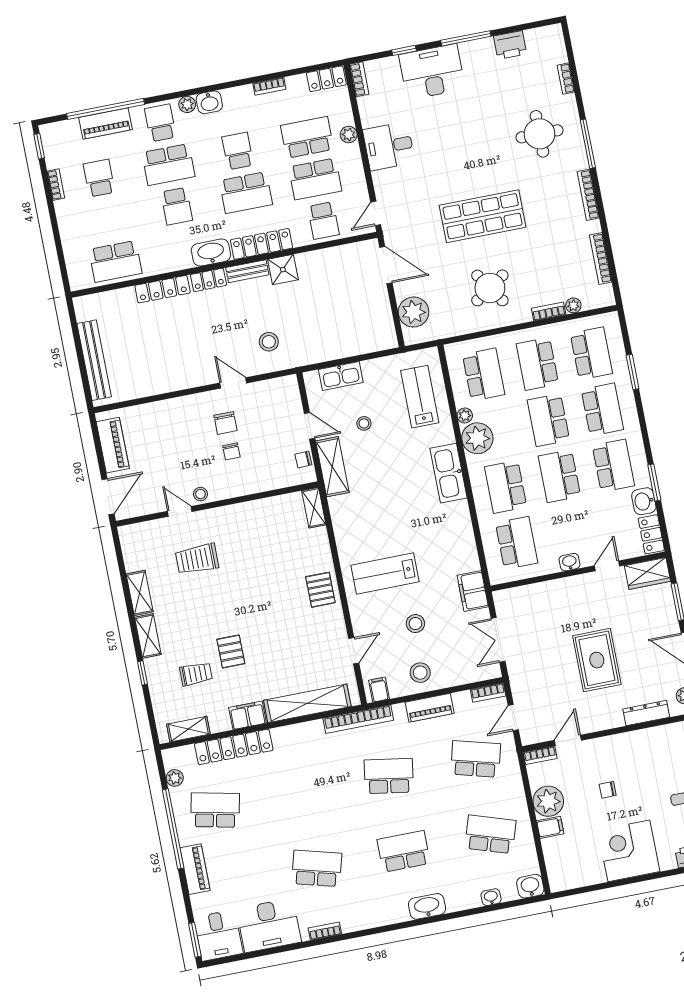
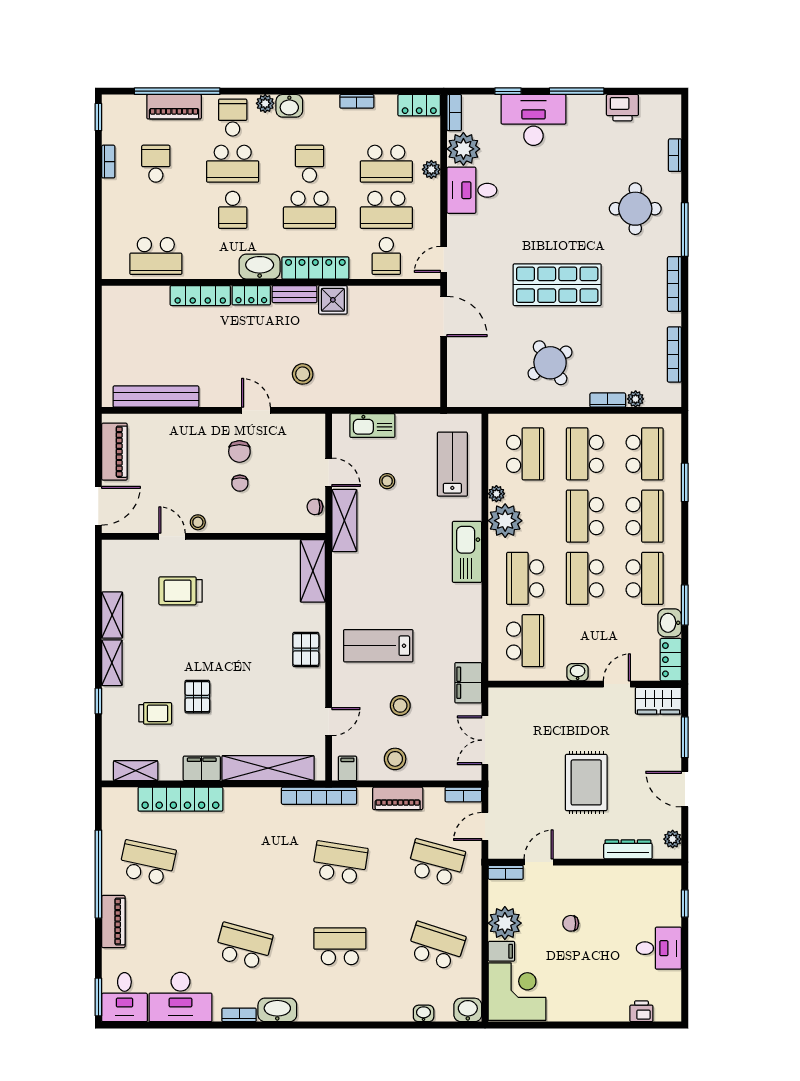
school desk: (307, 137) -> (386, 164), turned 180
plant: (414, 312) -> (463, 149), moved
bench: (94, 360) -> (156, 397), moved, turned 90
shelving: (314, 508) -> (313, 571), width x1.50, depth x1.33
plant: (175, 778) -> (111, 820), removed
corner desk: (629, 851) -> (517, 992), moved, turned 90
washbasin: (427, 906) -> (277, 1010), moved

